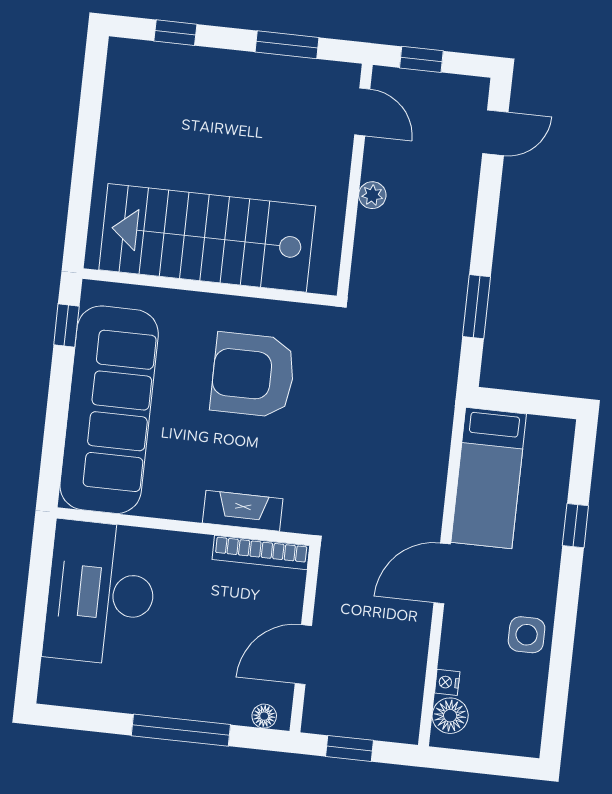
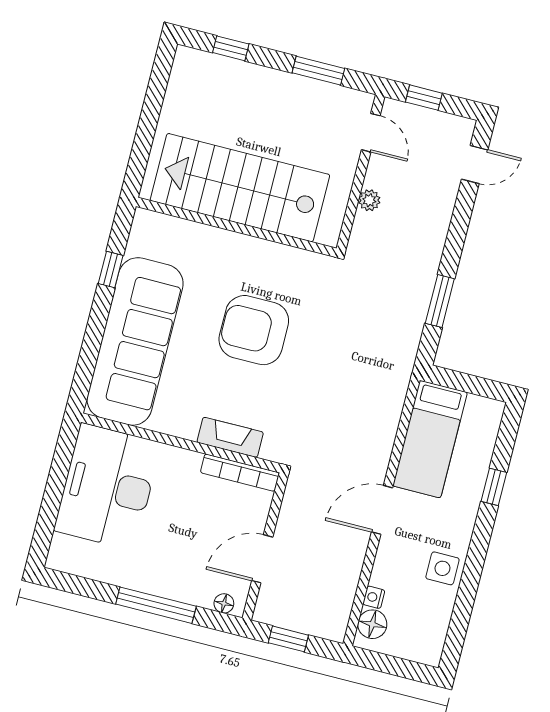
stairs: (207, 238) -> (240, 188), moved
wall: (210, 287) -> (236, 227), moved

